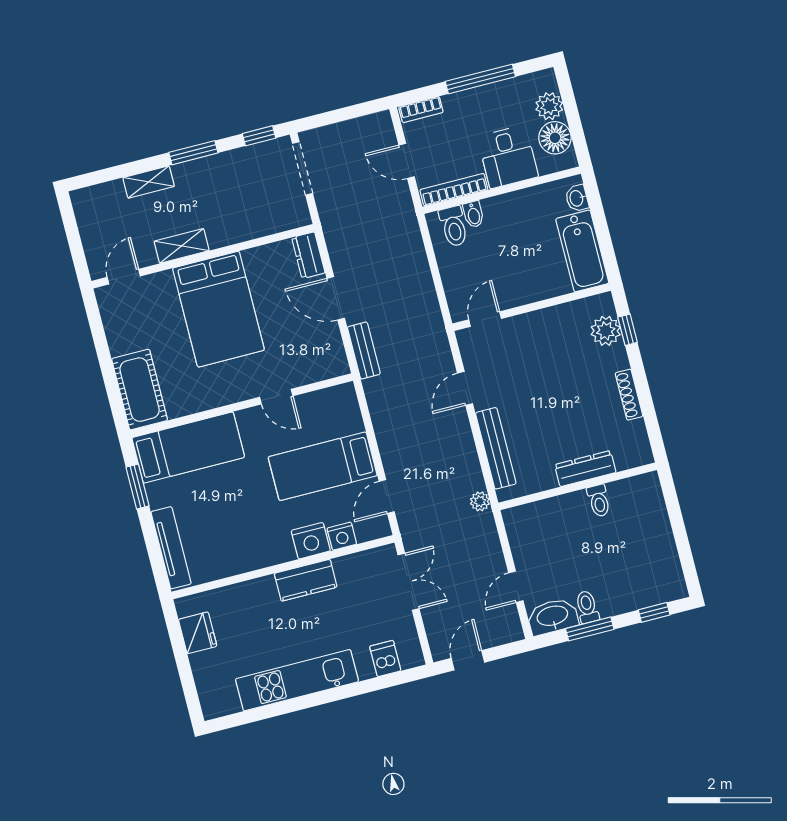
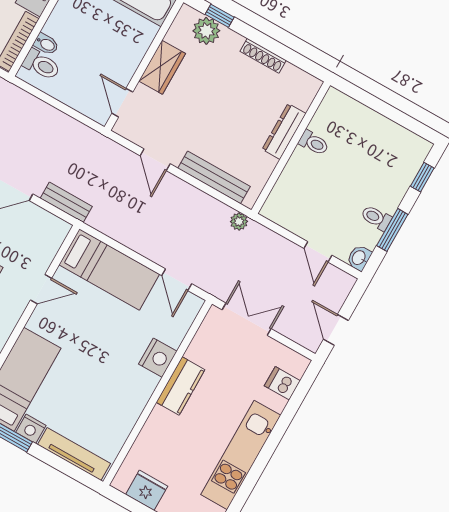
wardrobe: (543, 324) -> (162, 67), added
bed: (323, 466) -> (109, 269), moved, turned -90
nightstand: (342, 536) -> (31, 429), moved, turned 90
washbasin: (553, 617) -> (359, 258), width x0.52, depth x0.69

